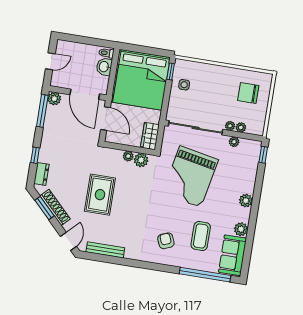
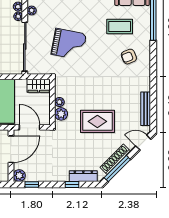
window: (42, 111) -> (32, 184), width x0.46
door: (106, 118) -> (29, 127), hinge flipped
plant: (141, 160) -> (61, 114), moved
dresser: (41, 174) -> (83, 176), width x1.44
grand piano: (190, 177) -> (69, 44), width x0.73, depth x0.68
window: (44, 208) -> (117, 169), width x1.44

